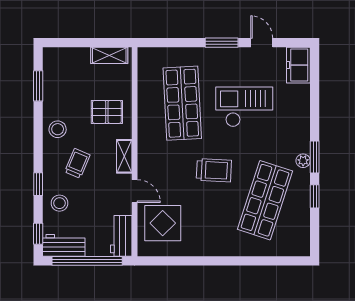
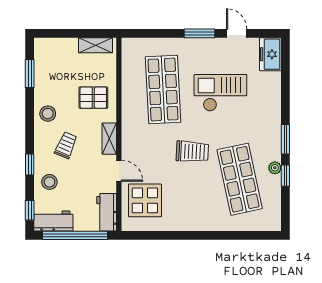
plant: (303, 161) -> (275, 168), moved
shop shelf: (265, 200) -> (240, 179), turned -30

